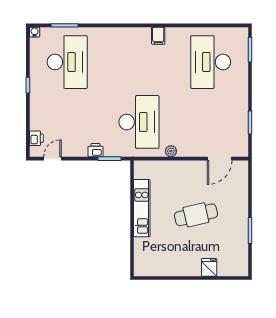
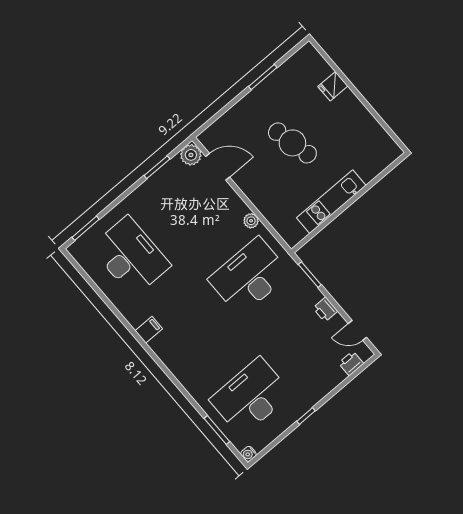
desk: (211, 62) -> (131, 256), turned -90
plant: (240, 149) -> (191, 155), added
printer: (95, 150) -> (325, 310), moved

